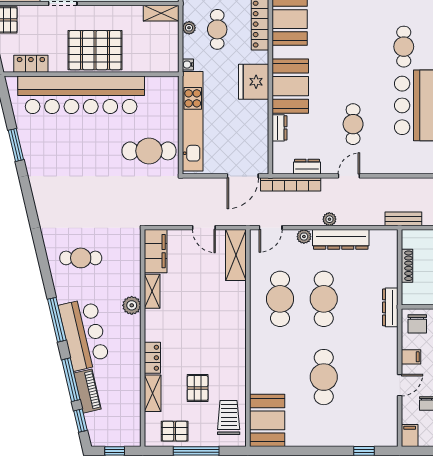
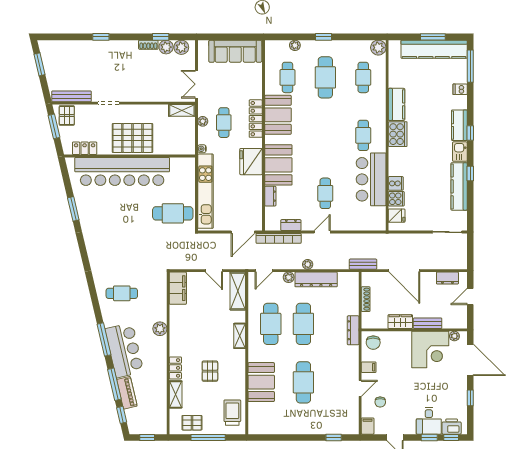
shelving: (152, 291) -> (240, 336), moved
pallet: (198, 388) -> (210, 371), moved
booth: (267, 420) -> (261, 382), moved

